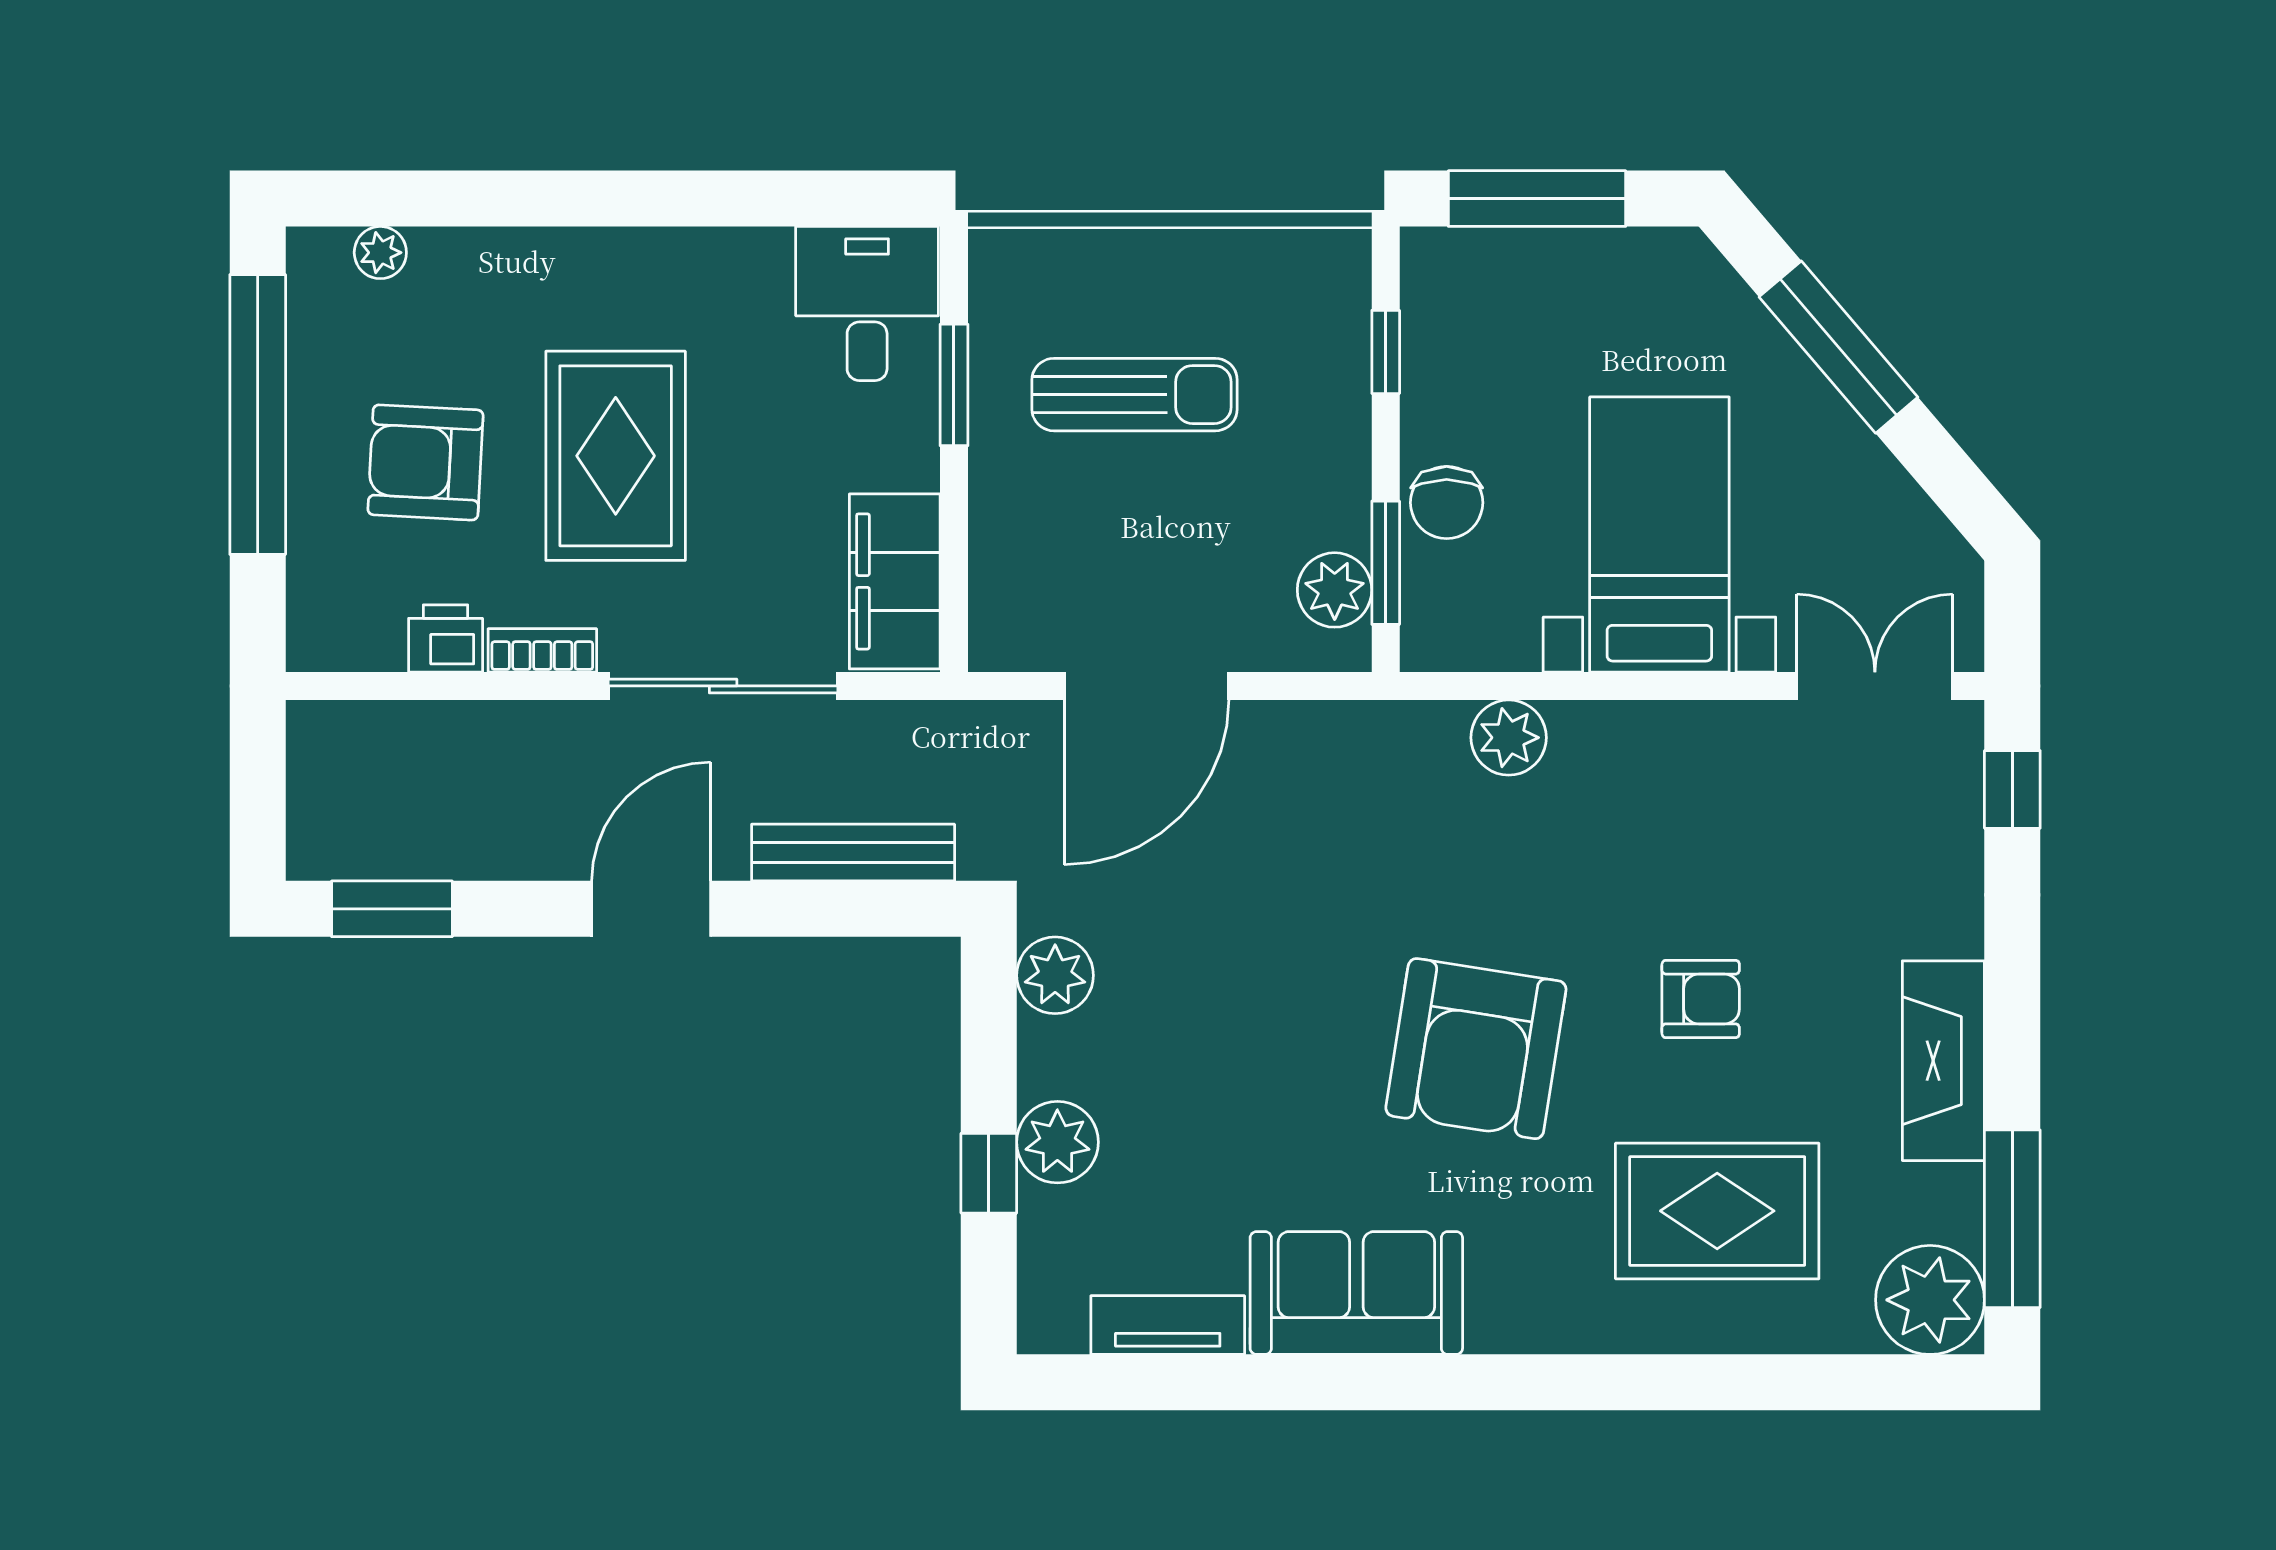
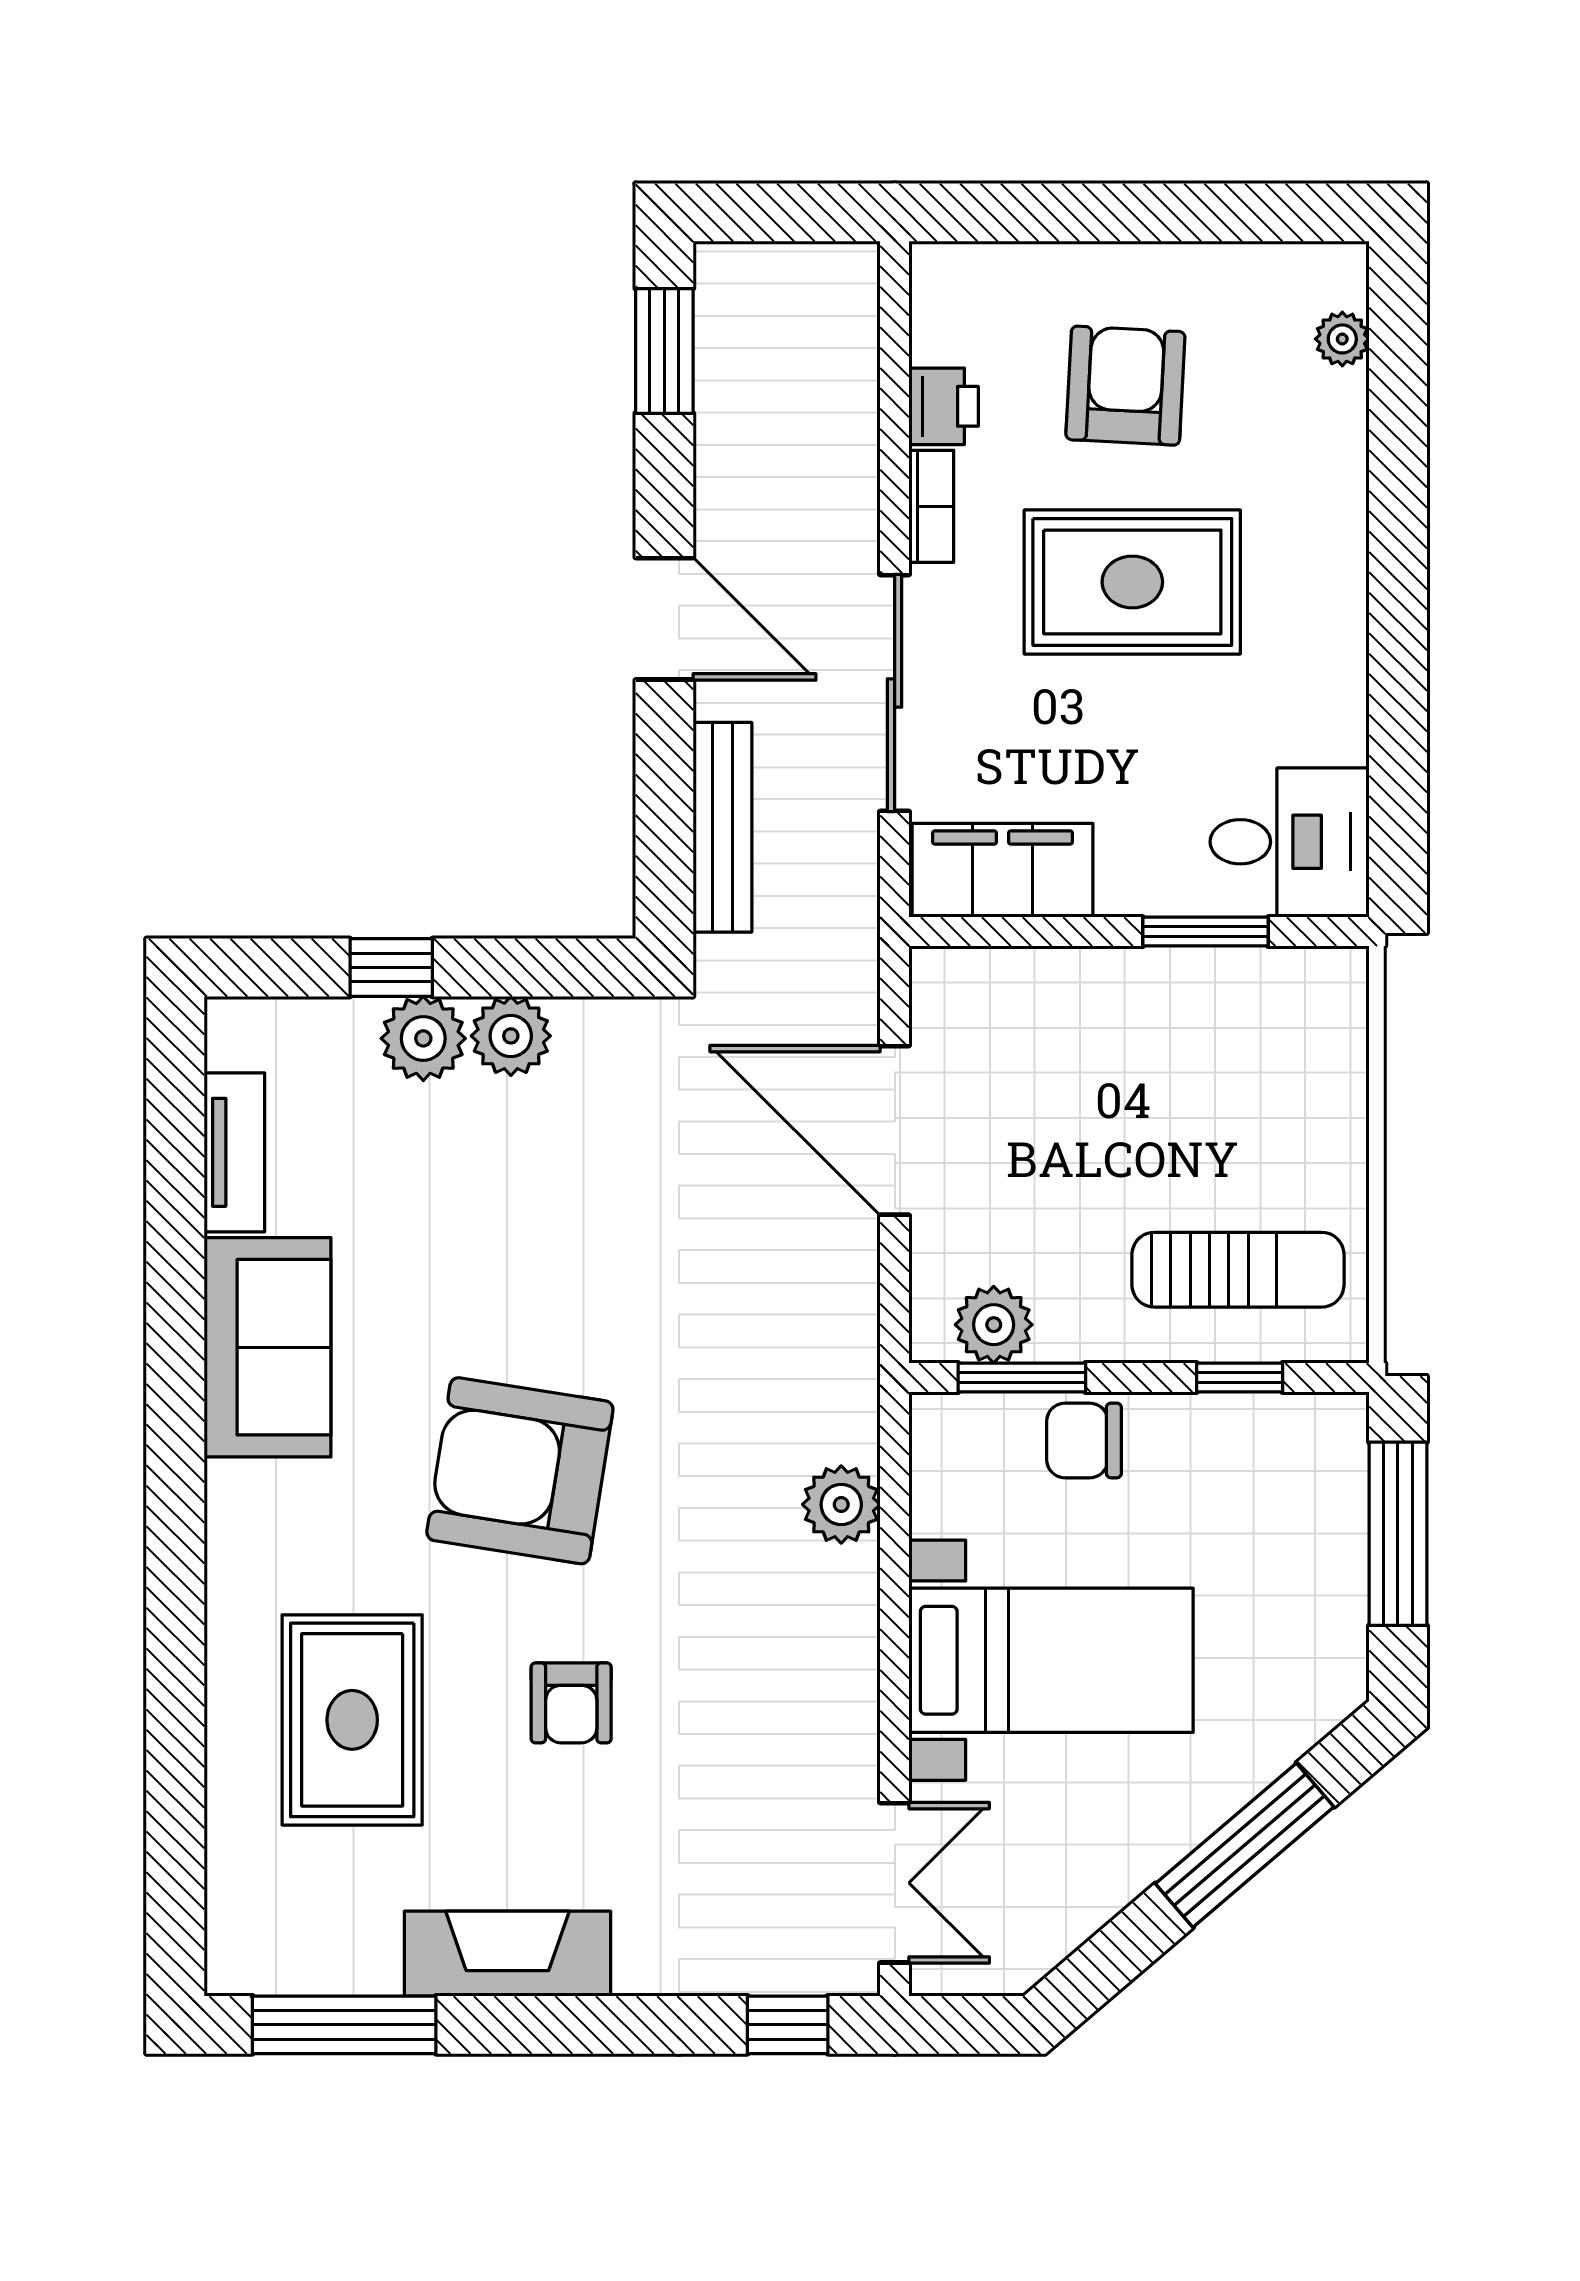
sun lounger: (1135, 395) -> (1238, 1270), moved, turned -90
window: (258, 414) -> (1175, 212), removed
plant: (1055, 975) -> (511, 1036), moved
plant: (1930, 1300) -> (260, 1940), removed

